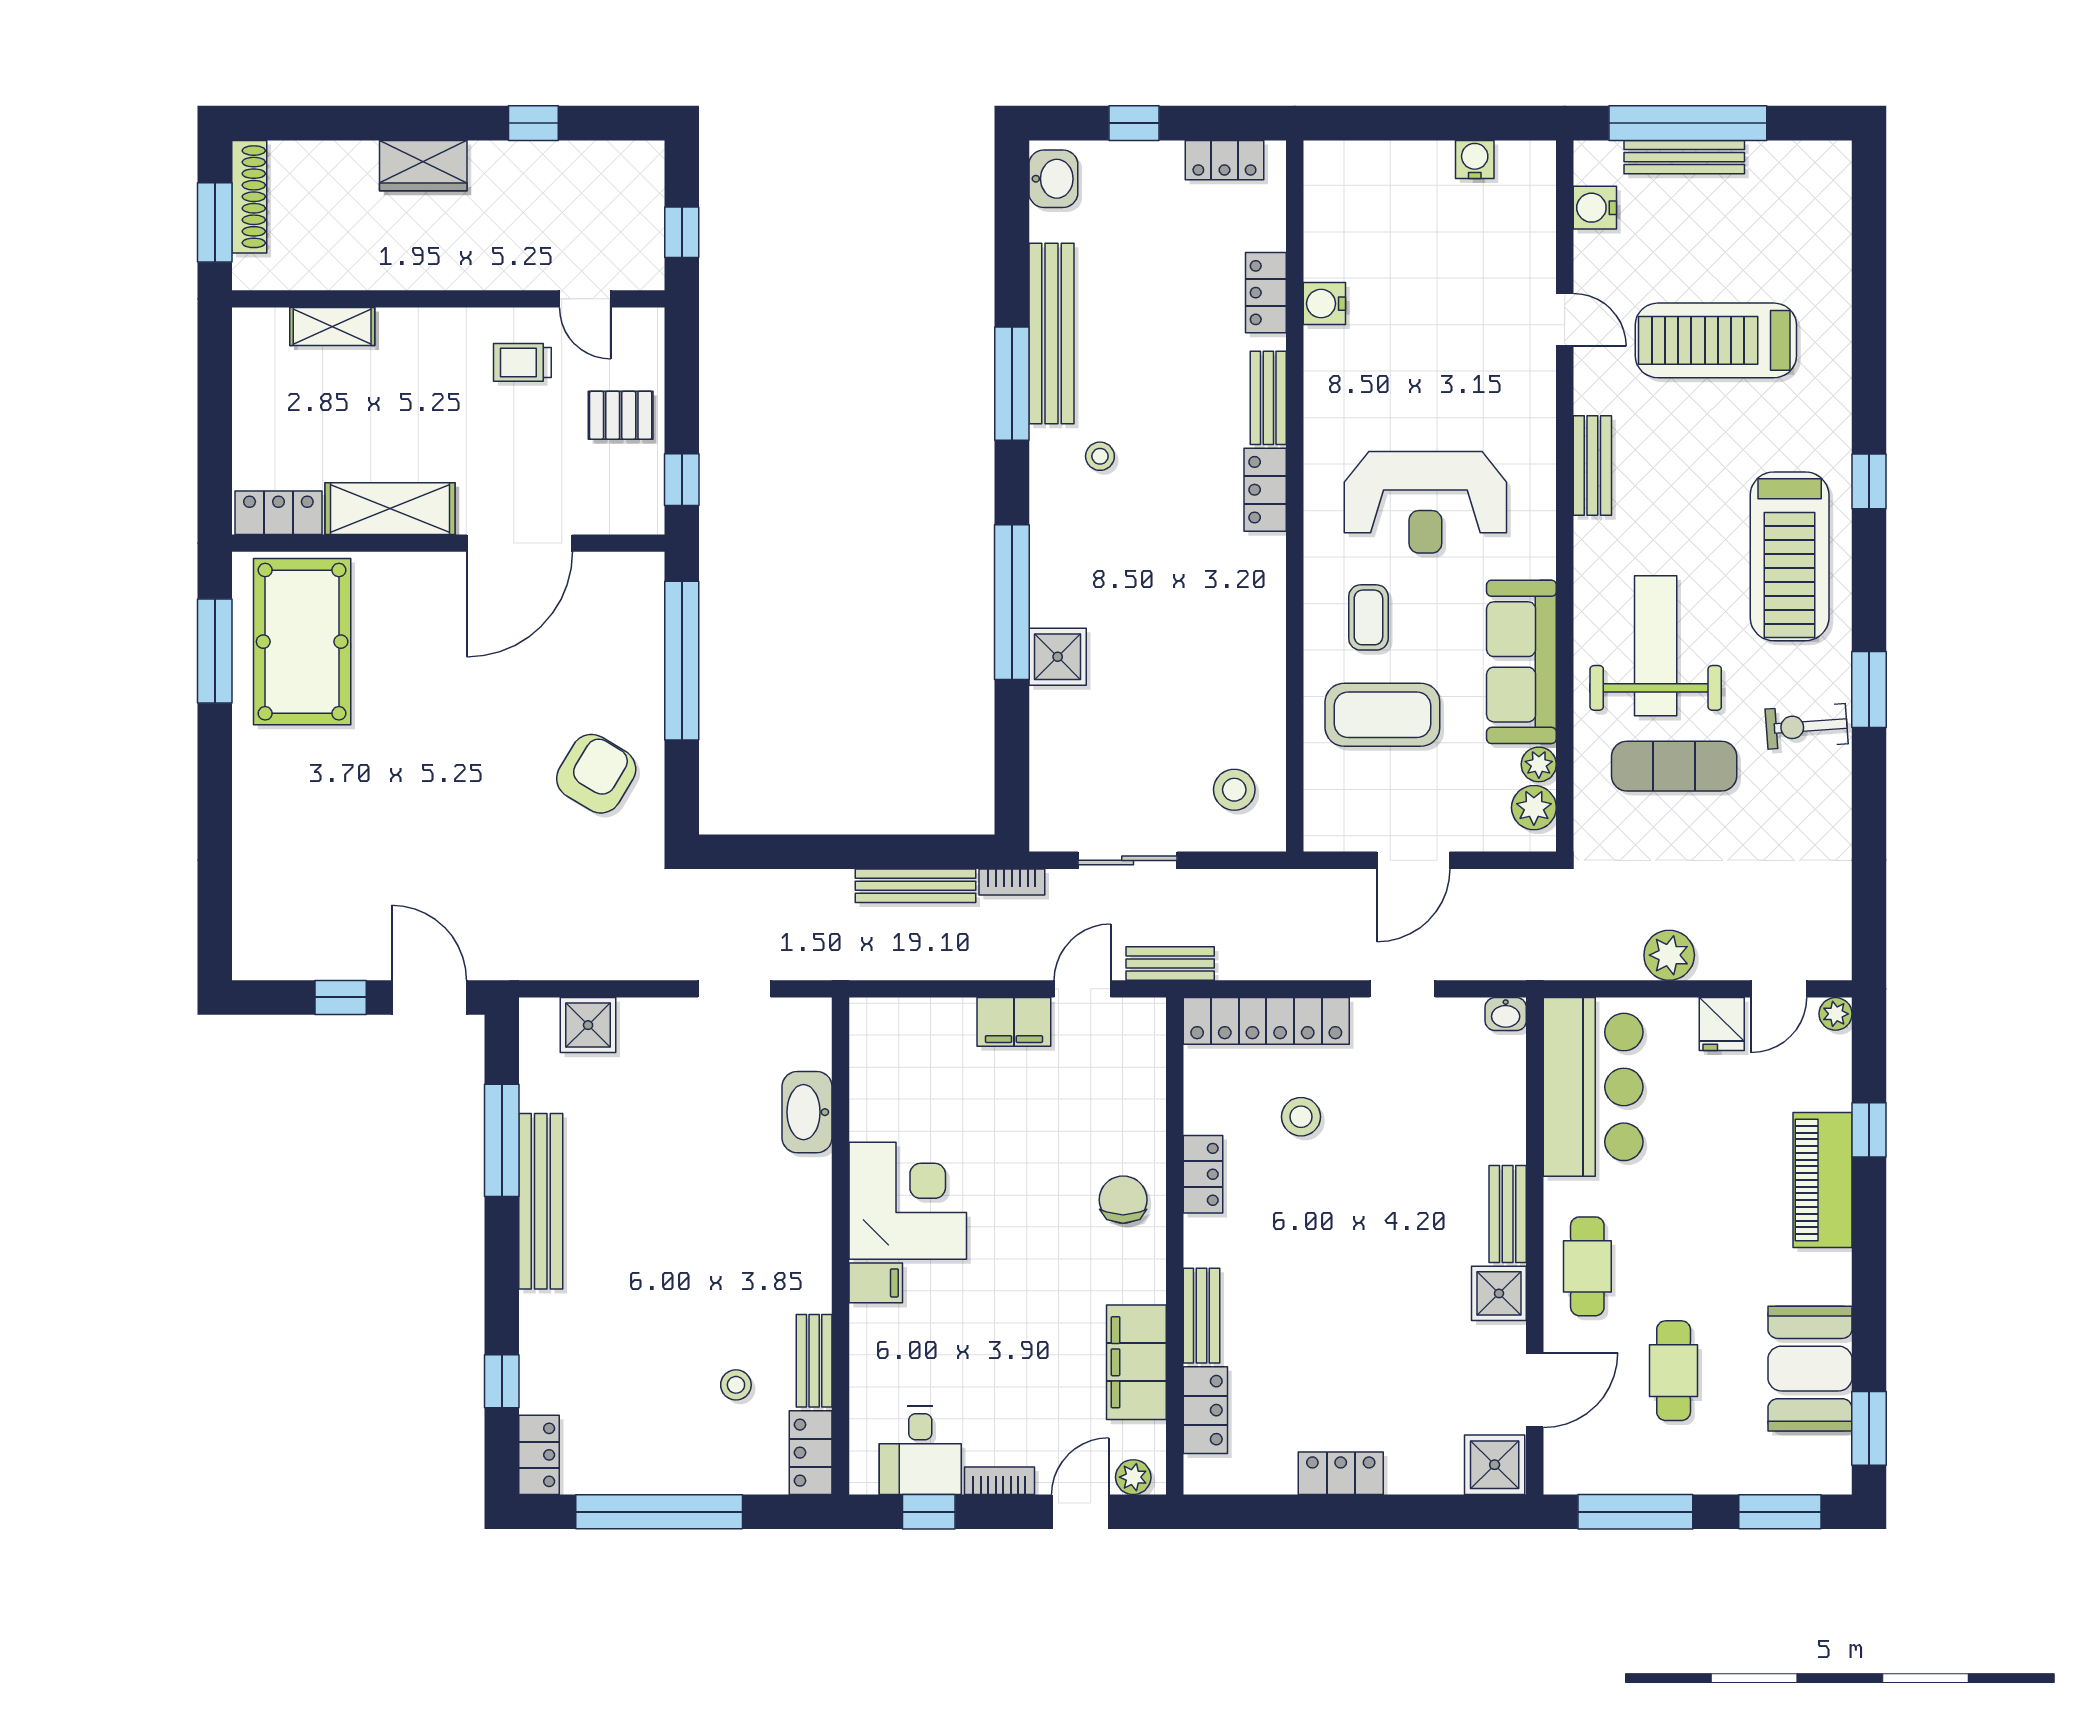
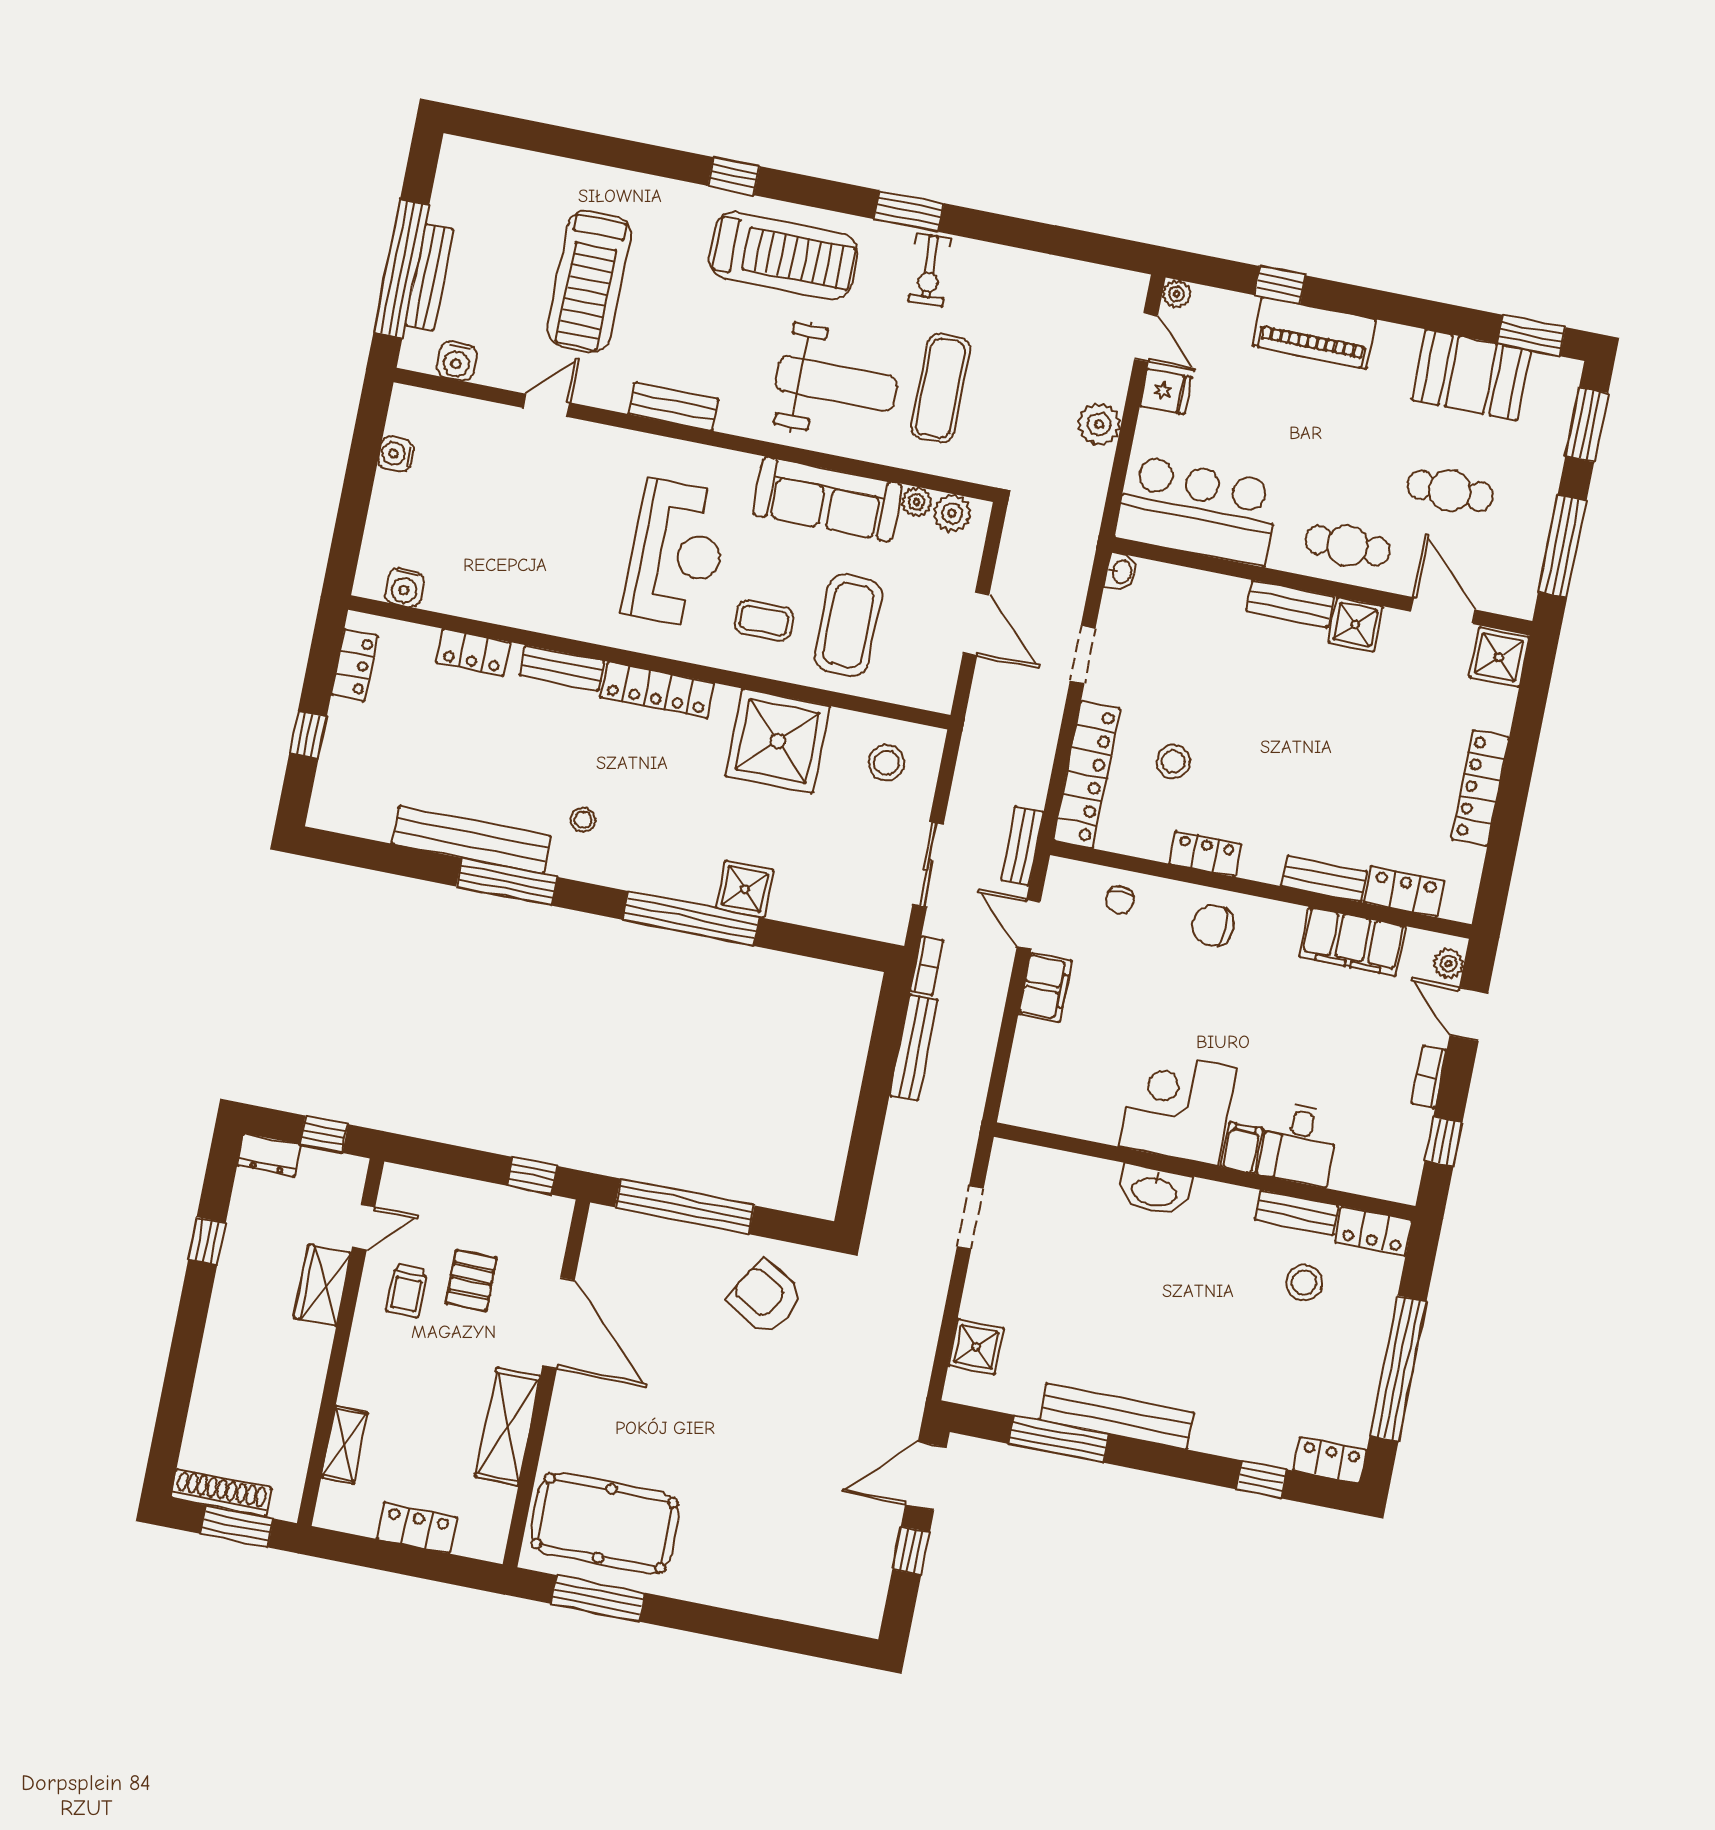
wardrobe: (423, 166) -> (322, 1285), moved, turned 180
dresser: (646, 174) -> (269, 1155), added
washbasin: (1053, 179) -> (341, 812), removed
water cooler: (1324, 304) -> (405, 587), moved
pallet: (621, 415) -> (471, 1280), moved
locker: (1265, 490) -> (657, 690), width x1.53
locker: (278, 513) -> (417, 1528), moved, turned 90
weight bench: (1656, 646) -> (836, 384), turned 180
shower: (1234, 660) -> (778, 741), added
chair: (1131, 1087) -> (1120, 900), added
washbasin: (807, 1112) -> (1154, 1191), moved
stool: (736, 1385) -> (1304, 1283), width x1.37, depth x1.37
desk: (920, 1451) -> (1299, 1144), moved, turned 90
locker: (1341, 1473) -> (1480, 788), width x1.53

